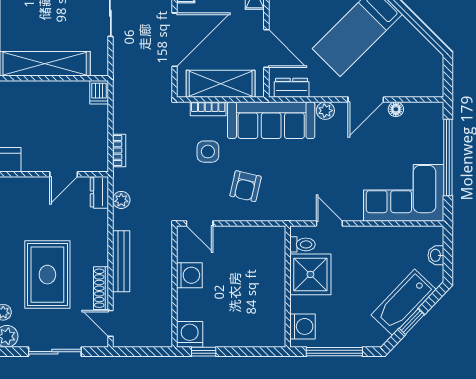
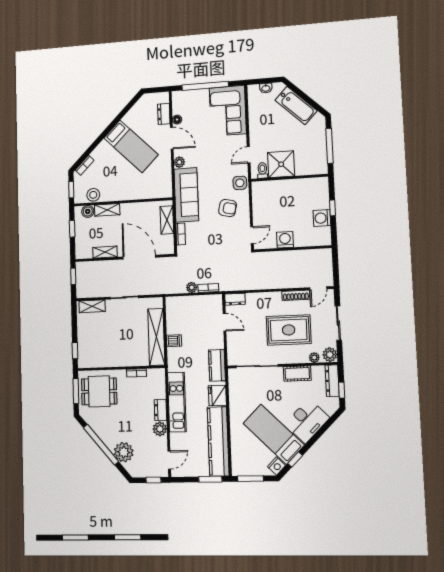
door: (266, 48) -> (143, 201), removed
shelving: (221, 84) -> (167, 220), width x0.67, depth x0.75
dresser: (292, 88) -> (164, 114), moved
dishwasher: (99, 92) -> (174, 341), moved
side table: (208, 152) -> (240, 183), moved
plant: (121, 200) -> (192, 287), moved
bench: (121, 261) -> (278, 283), removed
window: (412, 322) -> (308, 99), removed
washing machine: (303, 326) -> (314, 167), removed
washing machine: (190, 334) -> (322, 218), moved
window: (204, 352) -> (333, 208), moved

